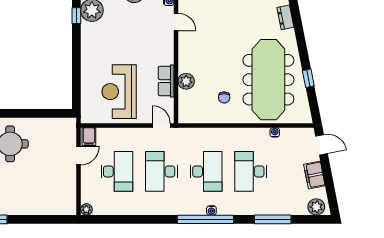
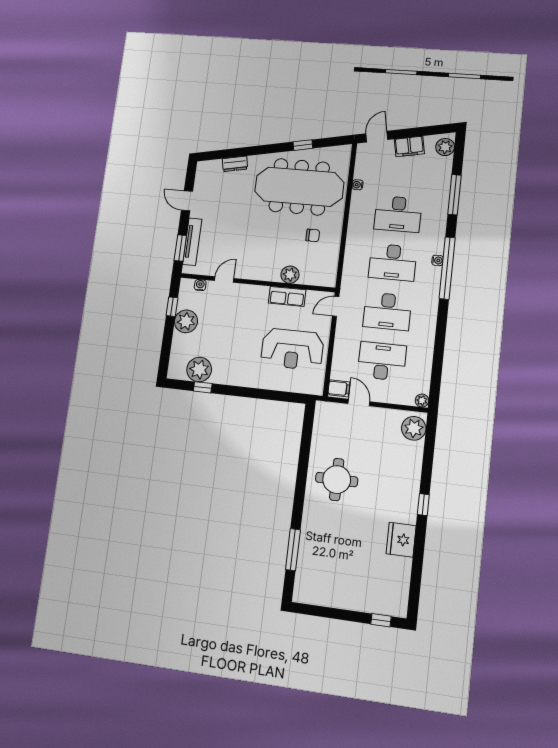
desk: (206, 171) -> (393, 262), turned 180
plant: (62, 205) -> (414, 428), added

